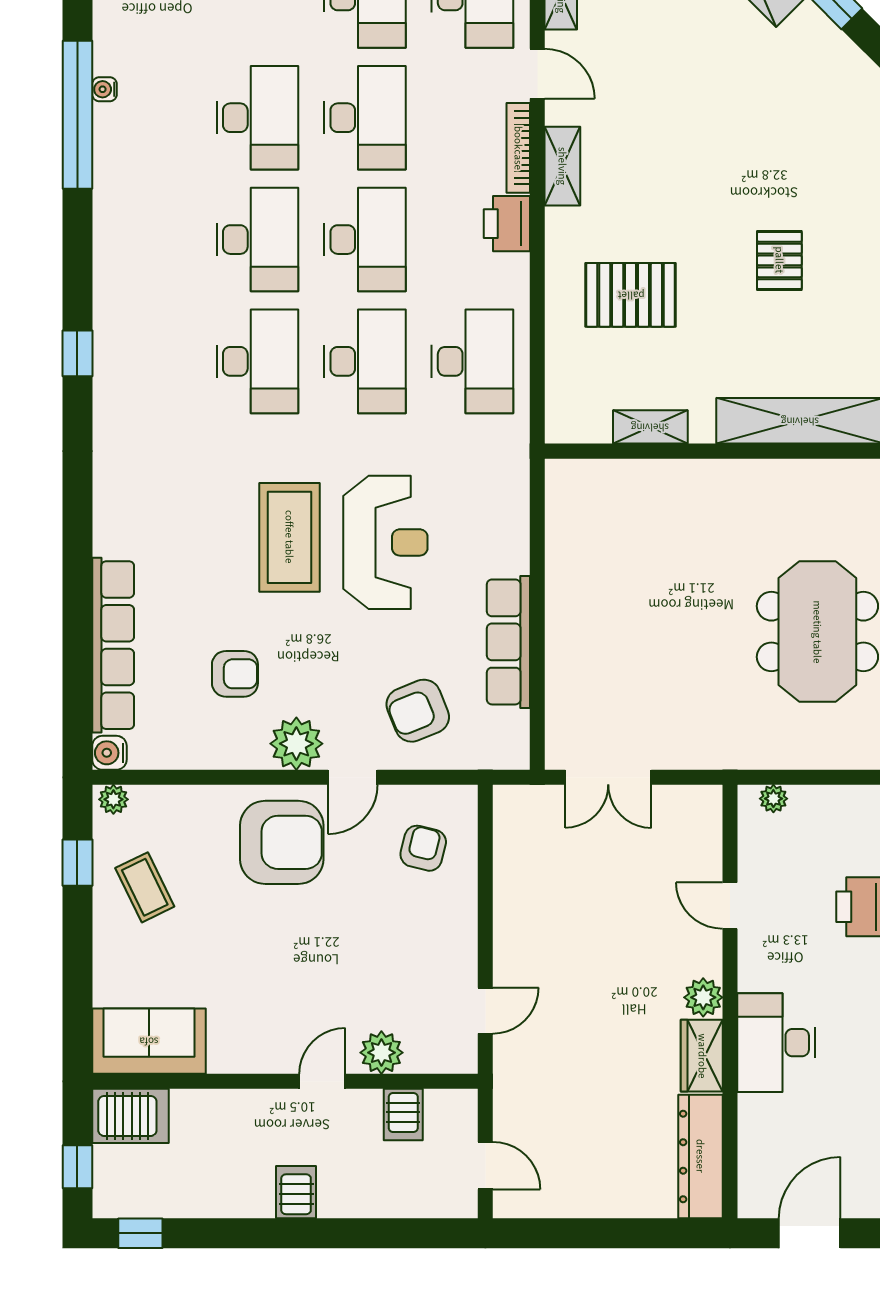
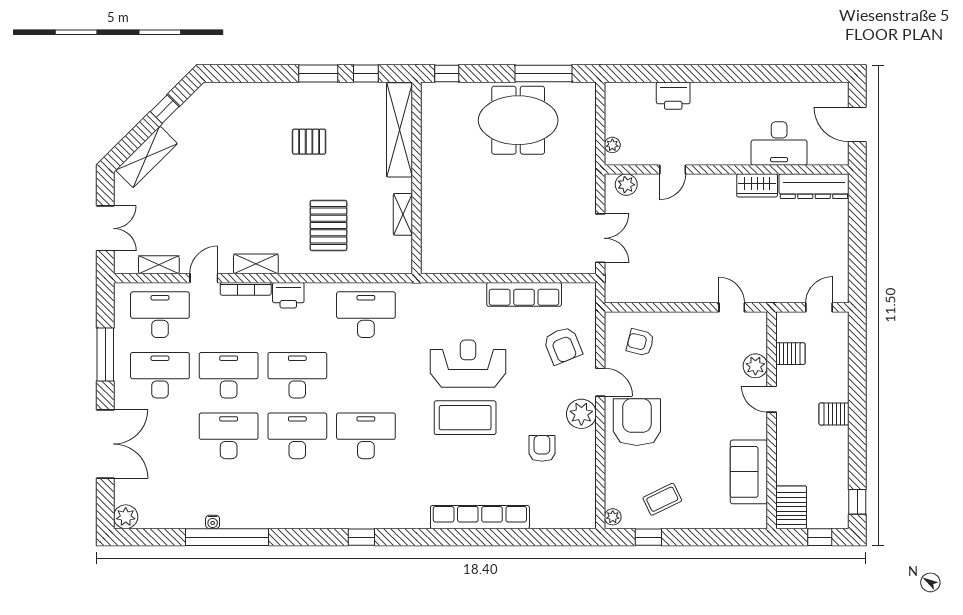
desk: (365, 361) -> (366, 375), removed
row of seats: (113, 645) -> (480, 517), moved
water cooler: (109, 753) -> (586, 519), removed
plant: (703, 997) -> (626, 185), moved
sofa: (149, 1041) -> (749, 472), moved
desk: (776, 1043) -> (779, 143), moved

